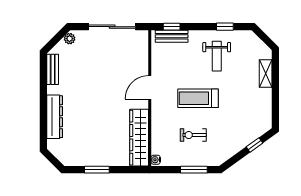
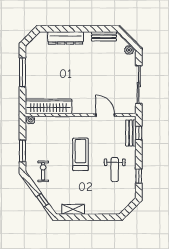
weight bench: (217, 56) -> (115, 170), turned -90
shelving: (266, 74) -> (73, 209), moved
door: (150, 87) -> (105, 115), moved
exercise bike: (193, 135) -> (43, 171), moved
window: (97, 170) -> (22, 72), width x1.44

